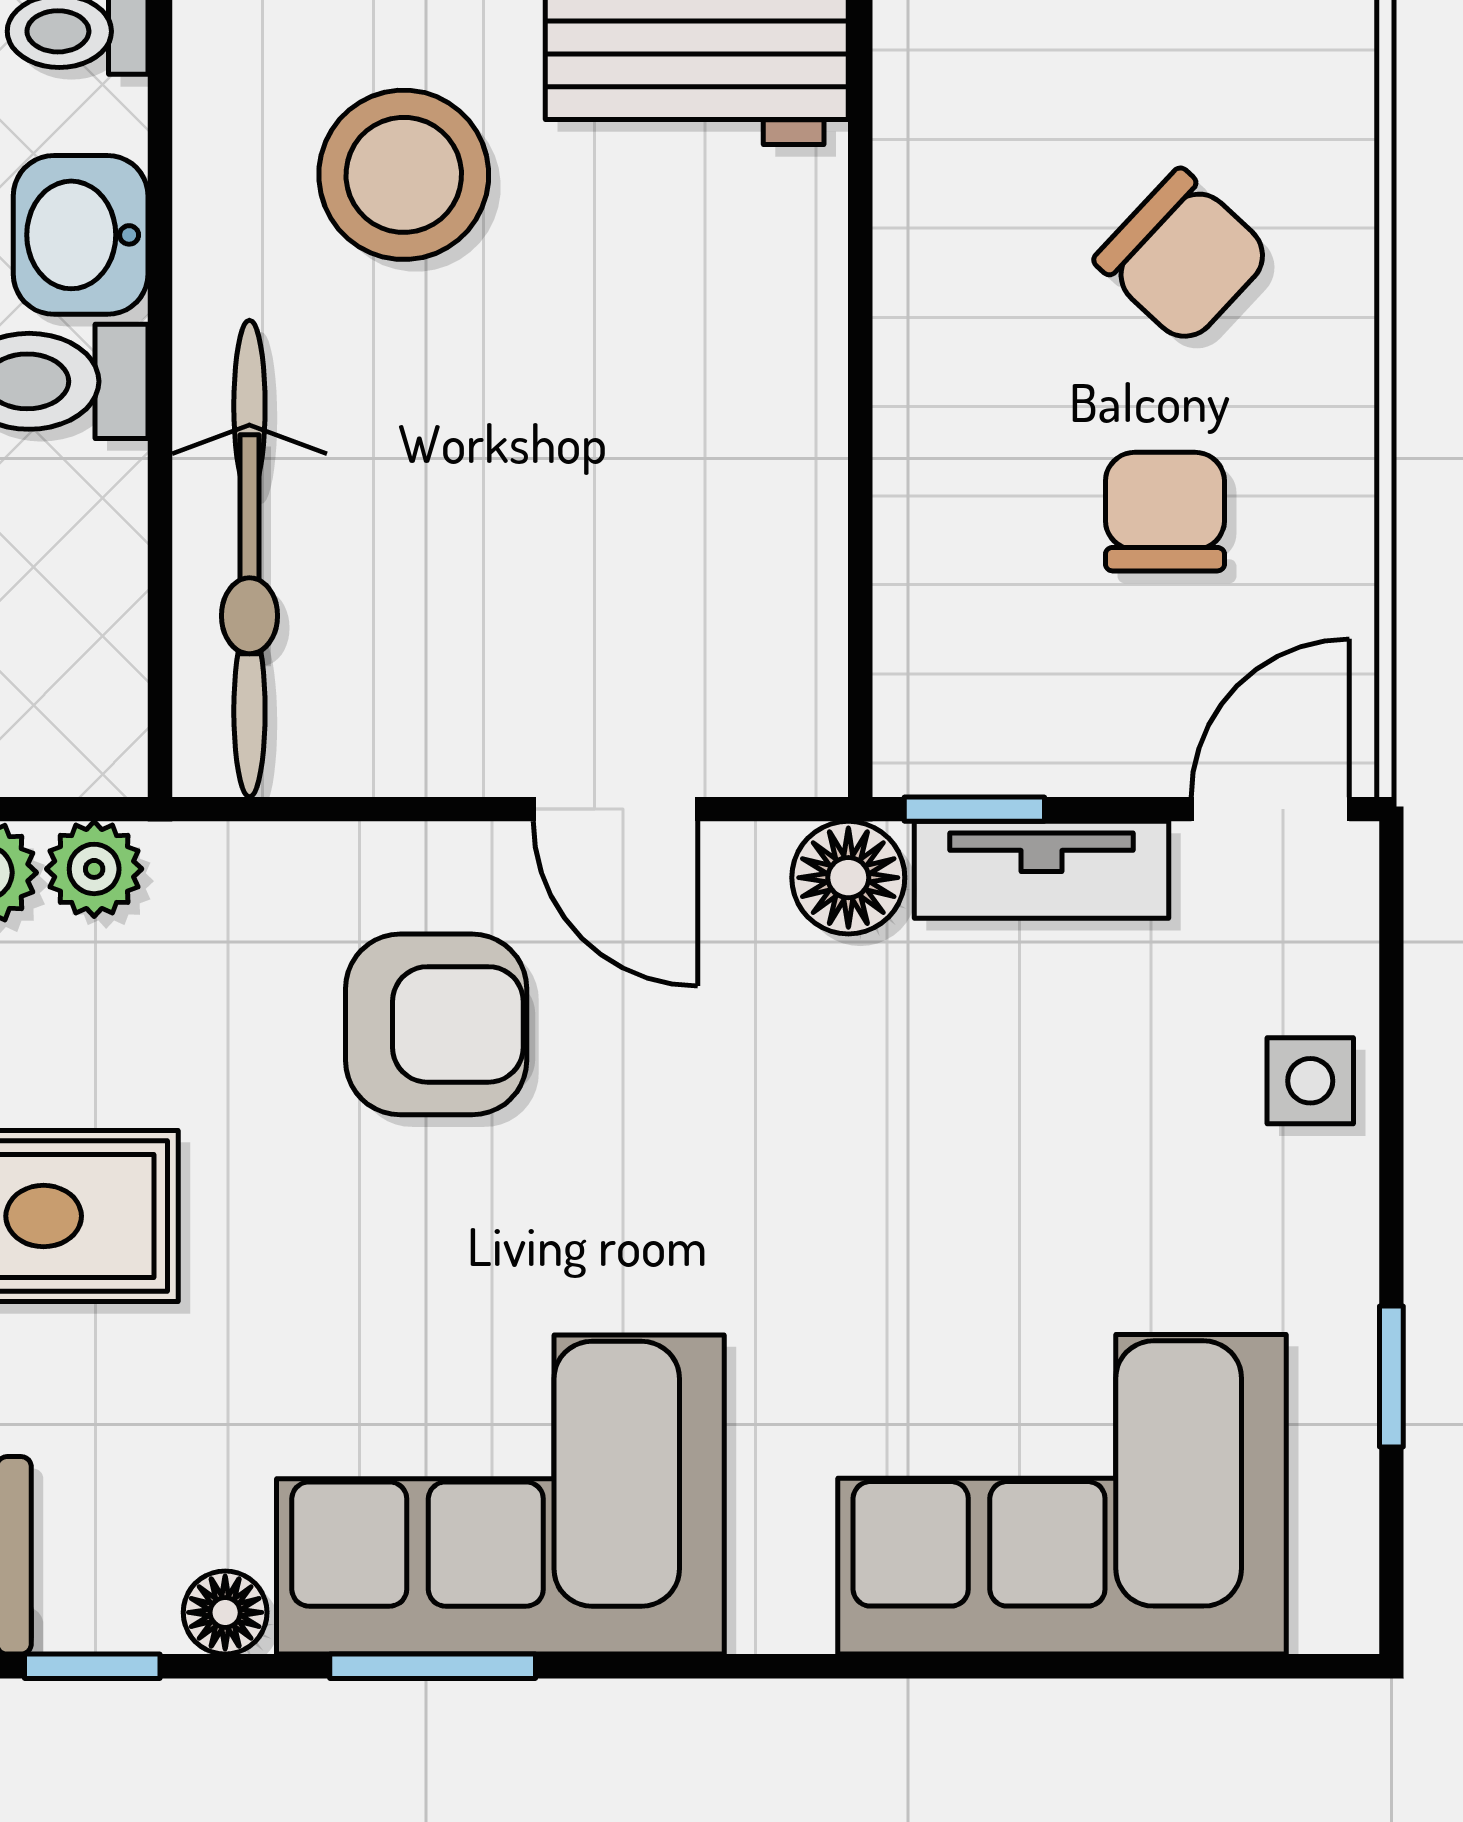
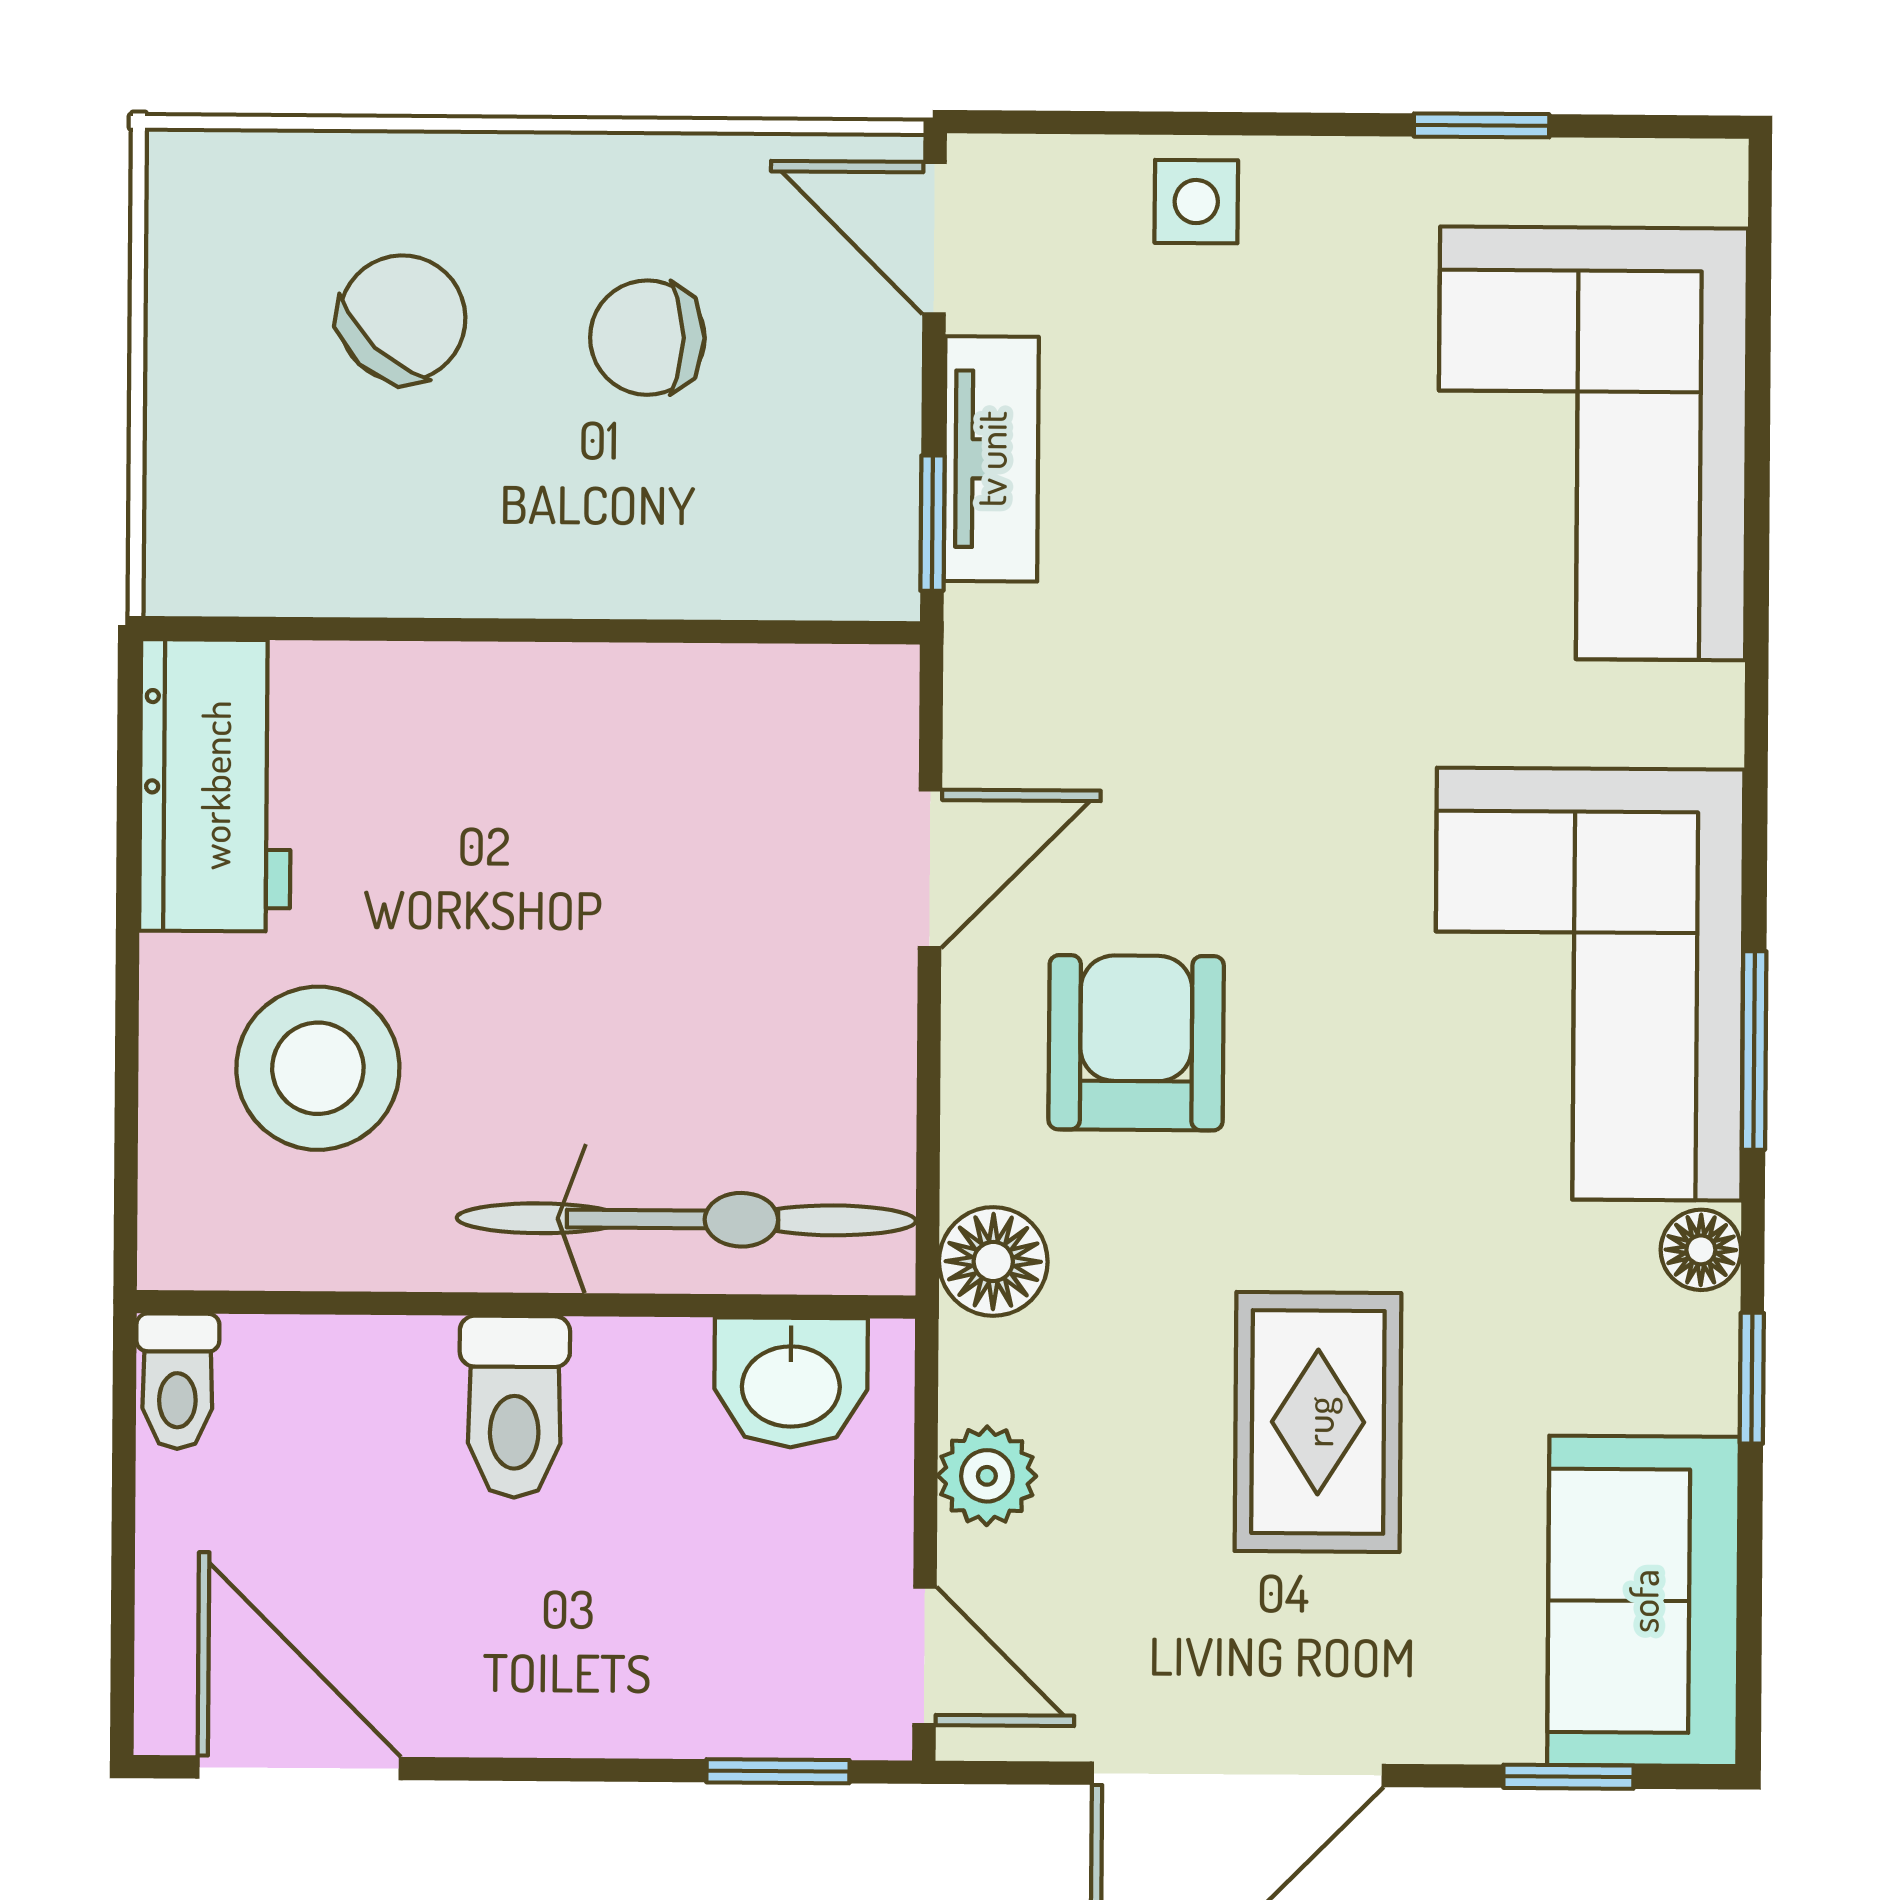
washbasin: (81, 235) -> (791, 1383), moved
plant: (94, 869) -> (984, 1371), removed
floor lamp: (848, 878) -> (993, 1261), moved

